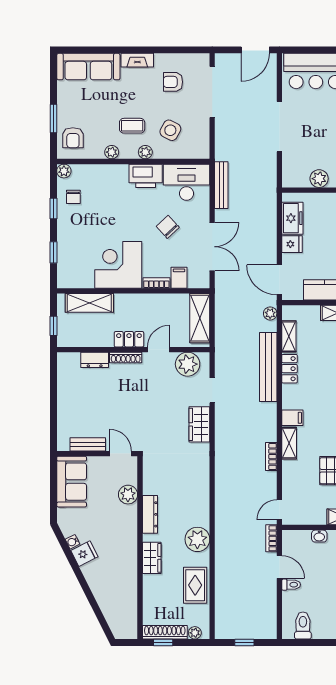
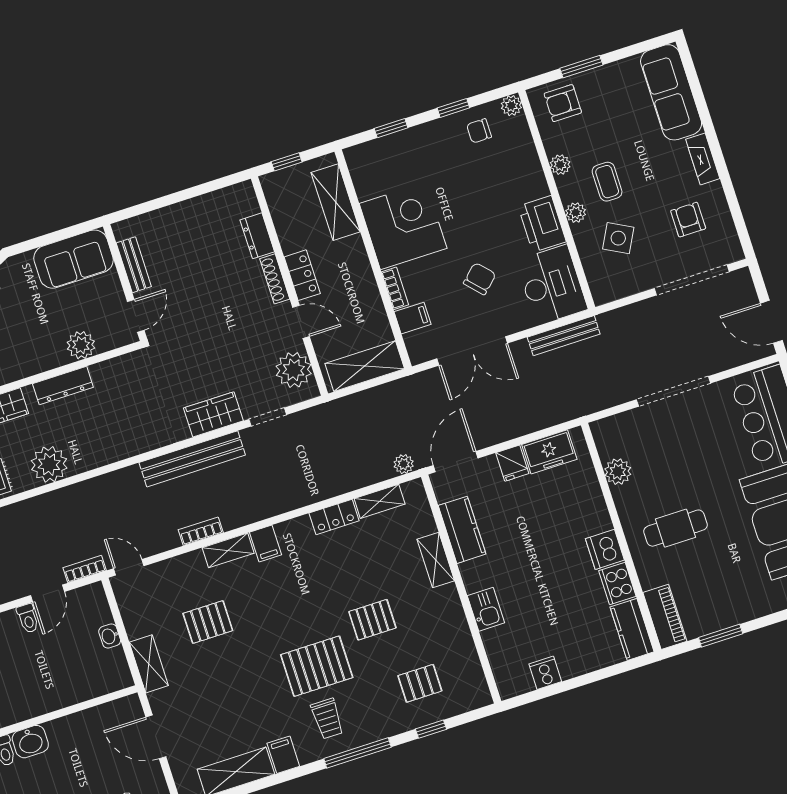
bench: (268, 367) -> (192, 459), moved

